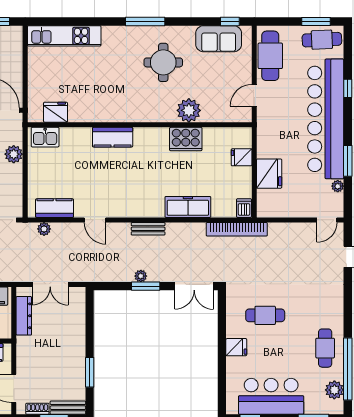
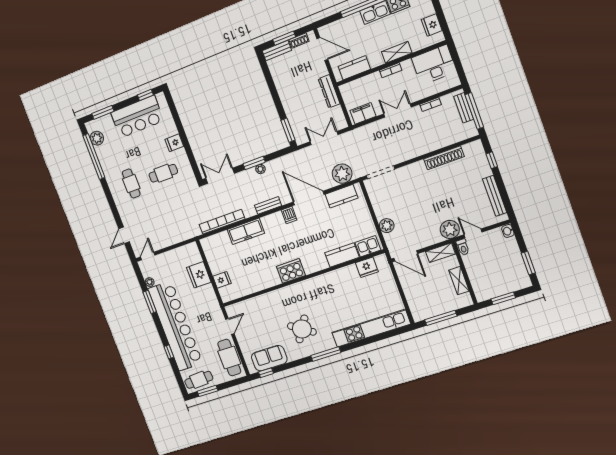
kitchen unit: (64, 36) -> (371, 328), width x1.36
round table: (163, 62) -> (302, 329), turned 33
plant: (189, 110) -> (271, 301), removed
kitchen counter: (113, 137) -> (342, 255), moved
cooker: (186, 139) -> (291, 271), moved
dishwasher: (244, 208) -> (289, 215), moved
door: (95, 220) -> (309, 198), width x1.87
plant: (44, 229) -> (342, 174), width x1.87, depth x1.87
bookcase: (237, 229) -> (222, 222), moved
dresser: (24, 316) -> (329, 91), moved
cafe table: (325, 348) -> (131, 184), moved
window: (90, 372) -> (288, 130), moved

